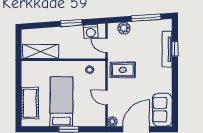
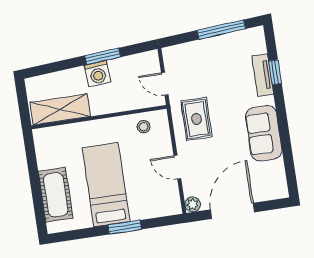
plant: (124, 28) -> (188, 52), removed
washing machine: (91, 31) -> (98, 74), moved
tv unit: (167, 49) -> (263, 75), width x0.71
rug: (123, 70) -> (196, 119), turned 90
sofa: (162, 110) -> (264, 133), moved

